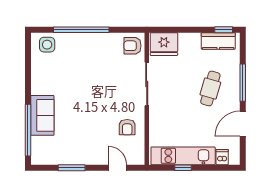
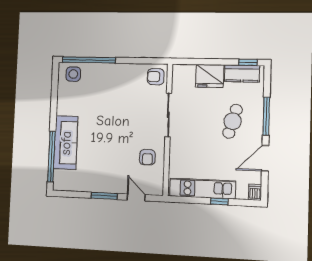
window: (81, 30) -> (89, 60), moved
fridge: (164, 44) -> (210, 76), moved
sofa: (42, 115) -> (66, 143), width x1.36
dishwasher: (222, 157) -> (255, 192), moved
window: (72, 168) -> (104, 196), moved
window: (183, 168) -> (219, 201), moved

